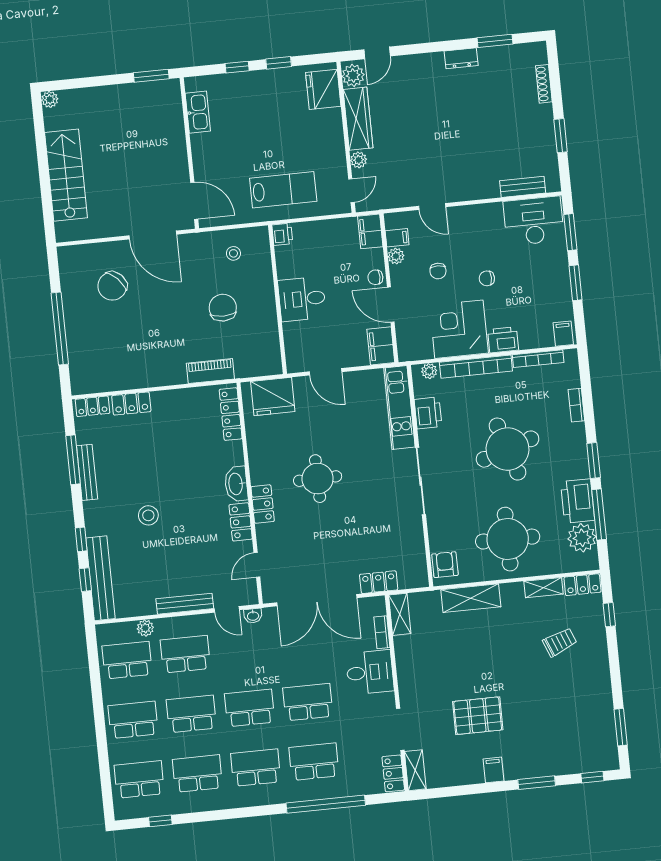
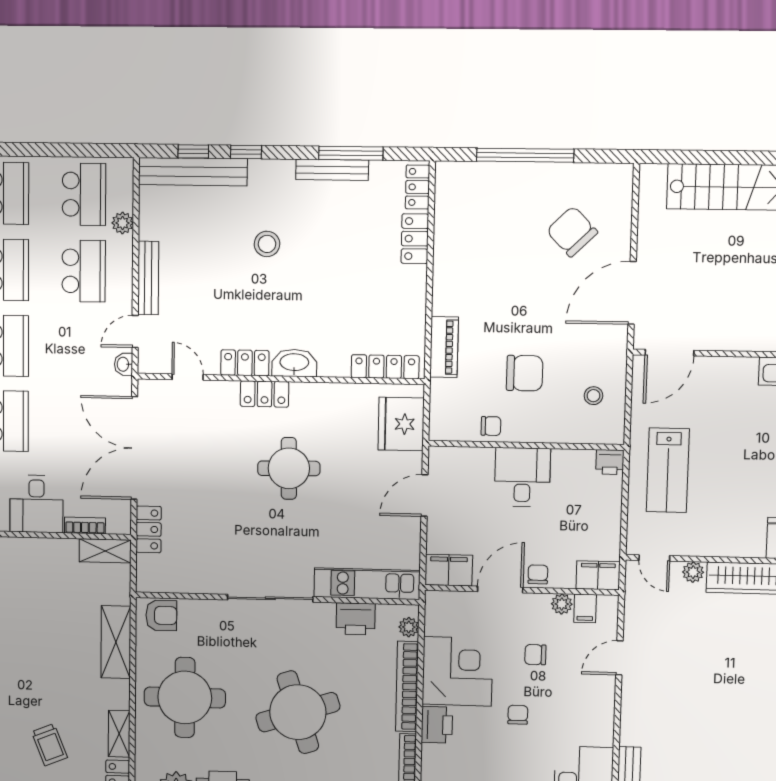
chair: (266, 328) -> (491, 426), added

